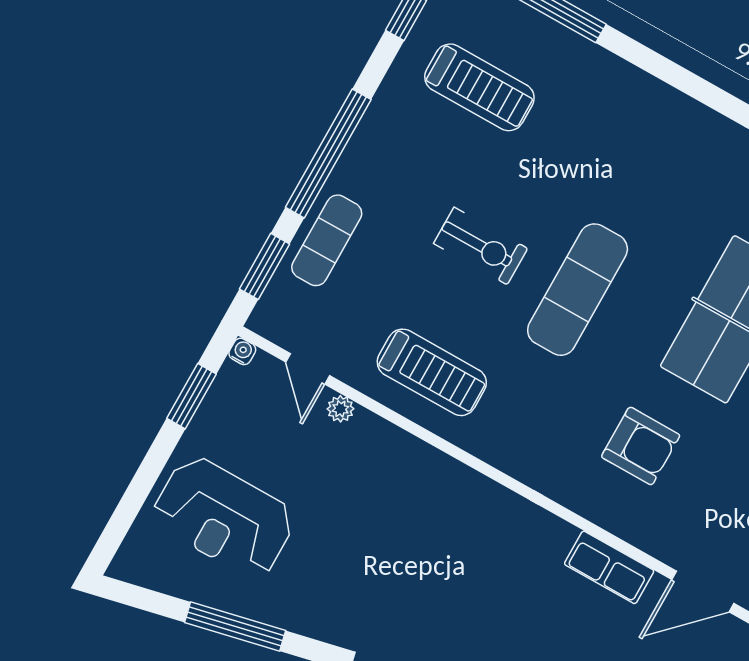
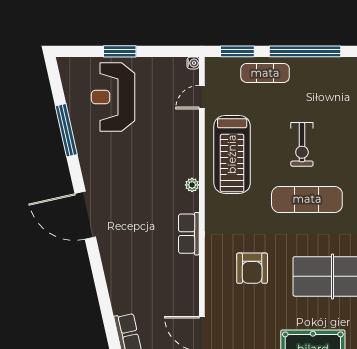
treadmill: (432, 372) -> (232, 154), width x1.37, depth x1.38
window: (191, 396) -> (120, 51), moved
plant: (340, 409) -> (192, 185), moved
row of seats: (609, 567) -> (189, 234), moved

